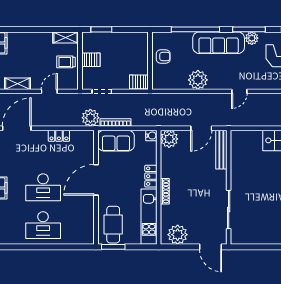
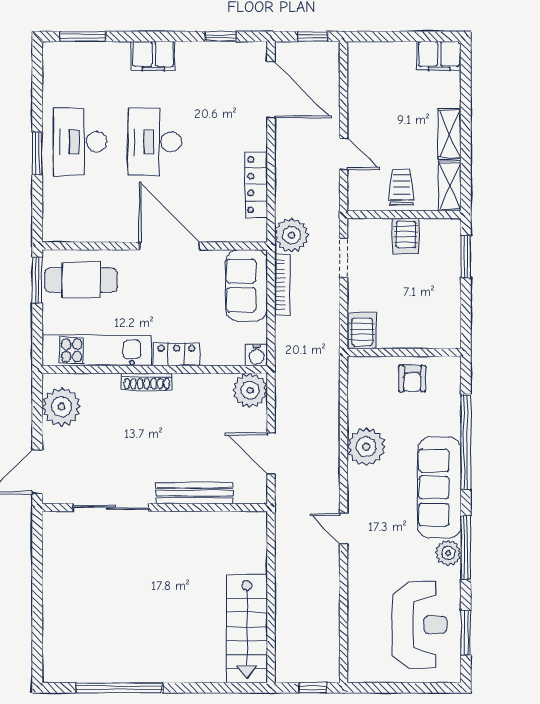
shelving: (18, 84) -> (450, 134), moved
locker: (59, 136) -> (256, 185), width x1.53
bench: (221, 150) -> (194, 493), moved
window: (49, 247) -> (37, 154), added

